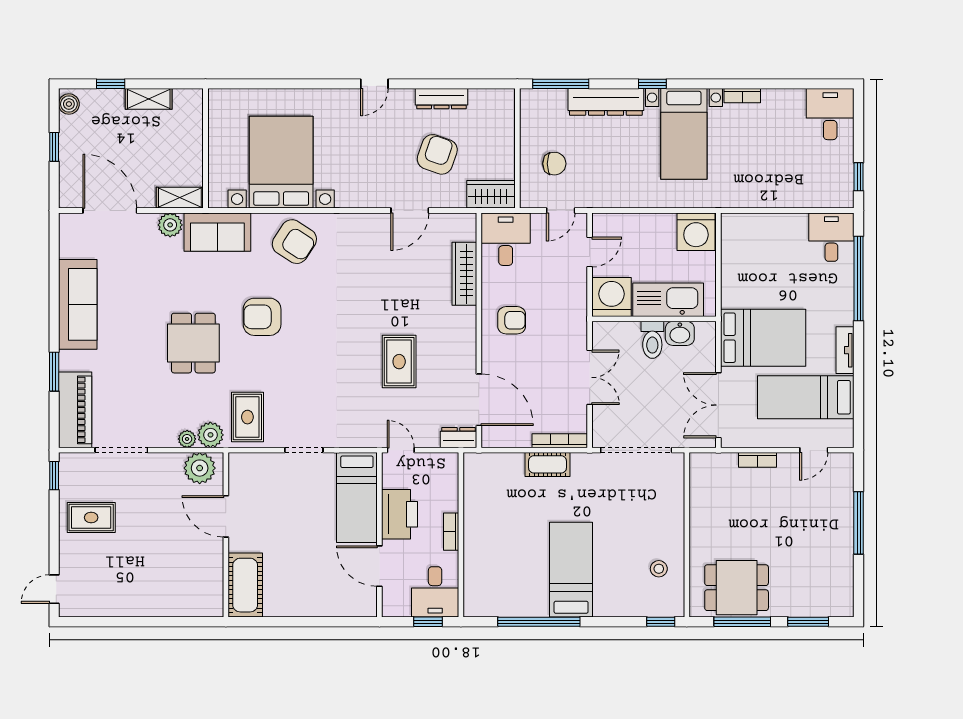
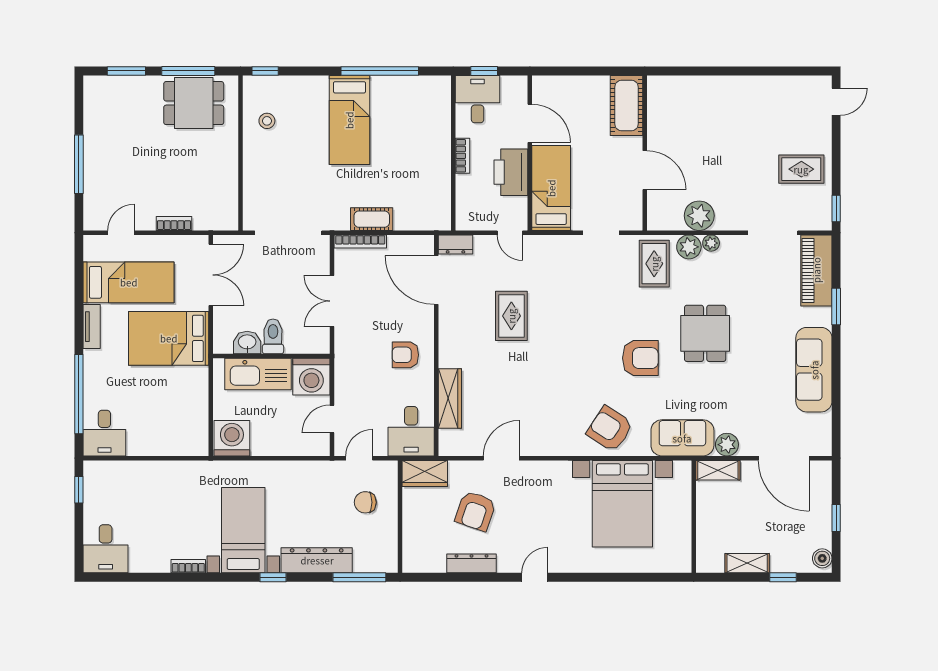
door: (226, 516) -> (645, 170), moved
wall: (226, 535) -> (645, 153), moved
cot: (245, 585) -> (627, 105), moved

